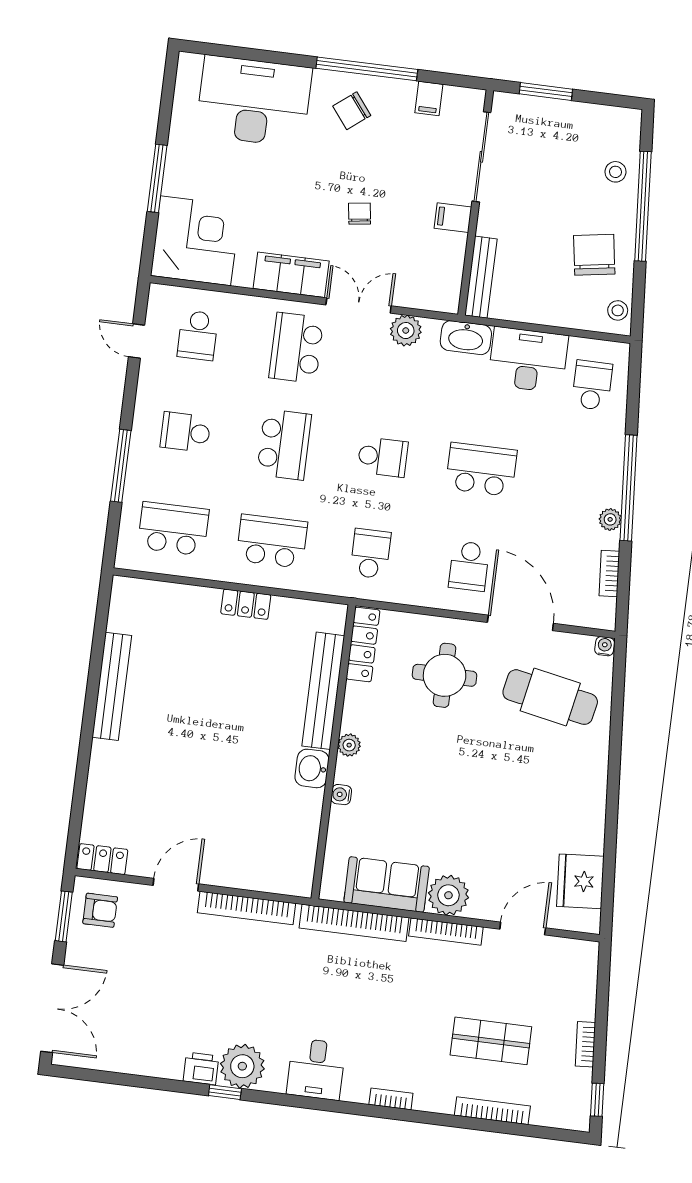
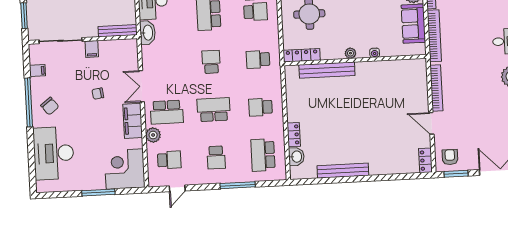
plant: (406, 331) -> (153, 135), moved
school desk: (272, 541) -> (260, 107), width x0.54
locker: (246, 604) -> (294, 135), moved
washbasin: (312, 768) -> (296, 157), moved, turned -90

